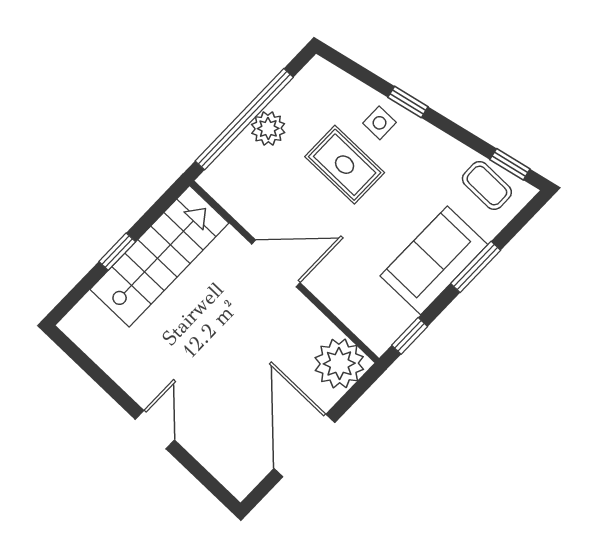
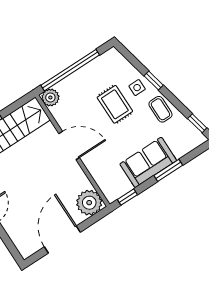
plant: (268, 129) -> (50, 97), moved
coffee table: (487, 185) -> (160, 109), moved

